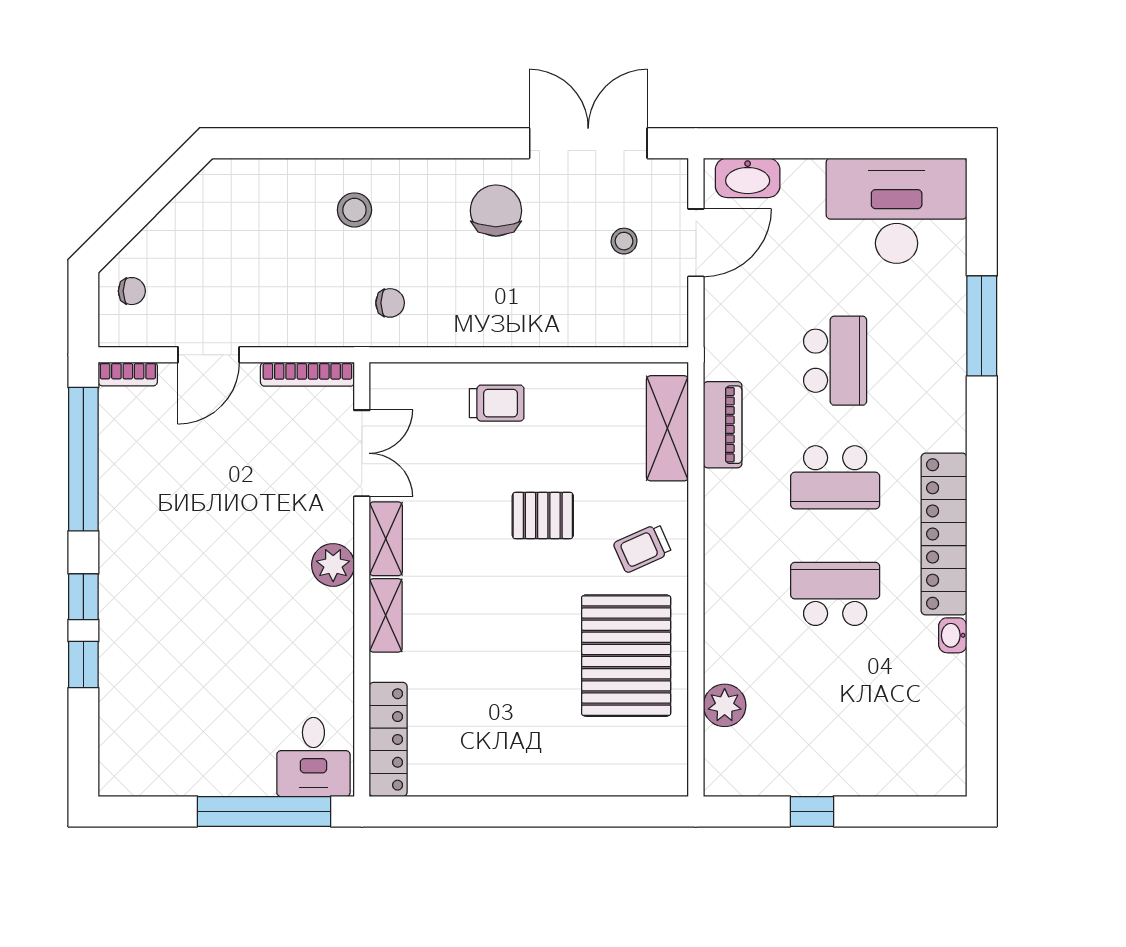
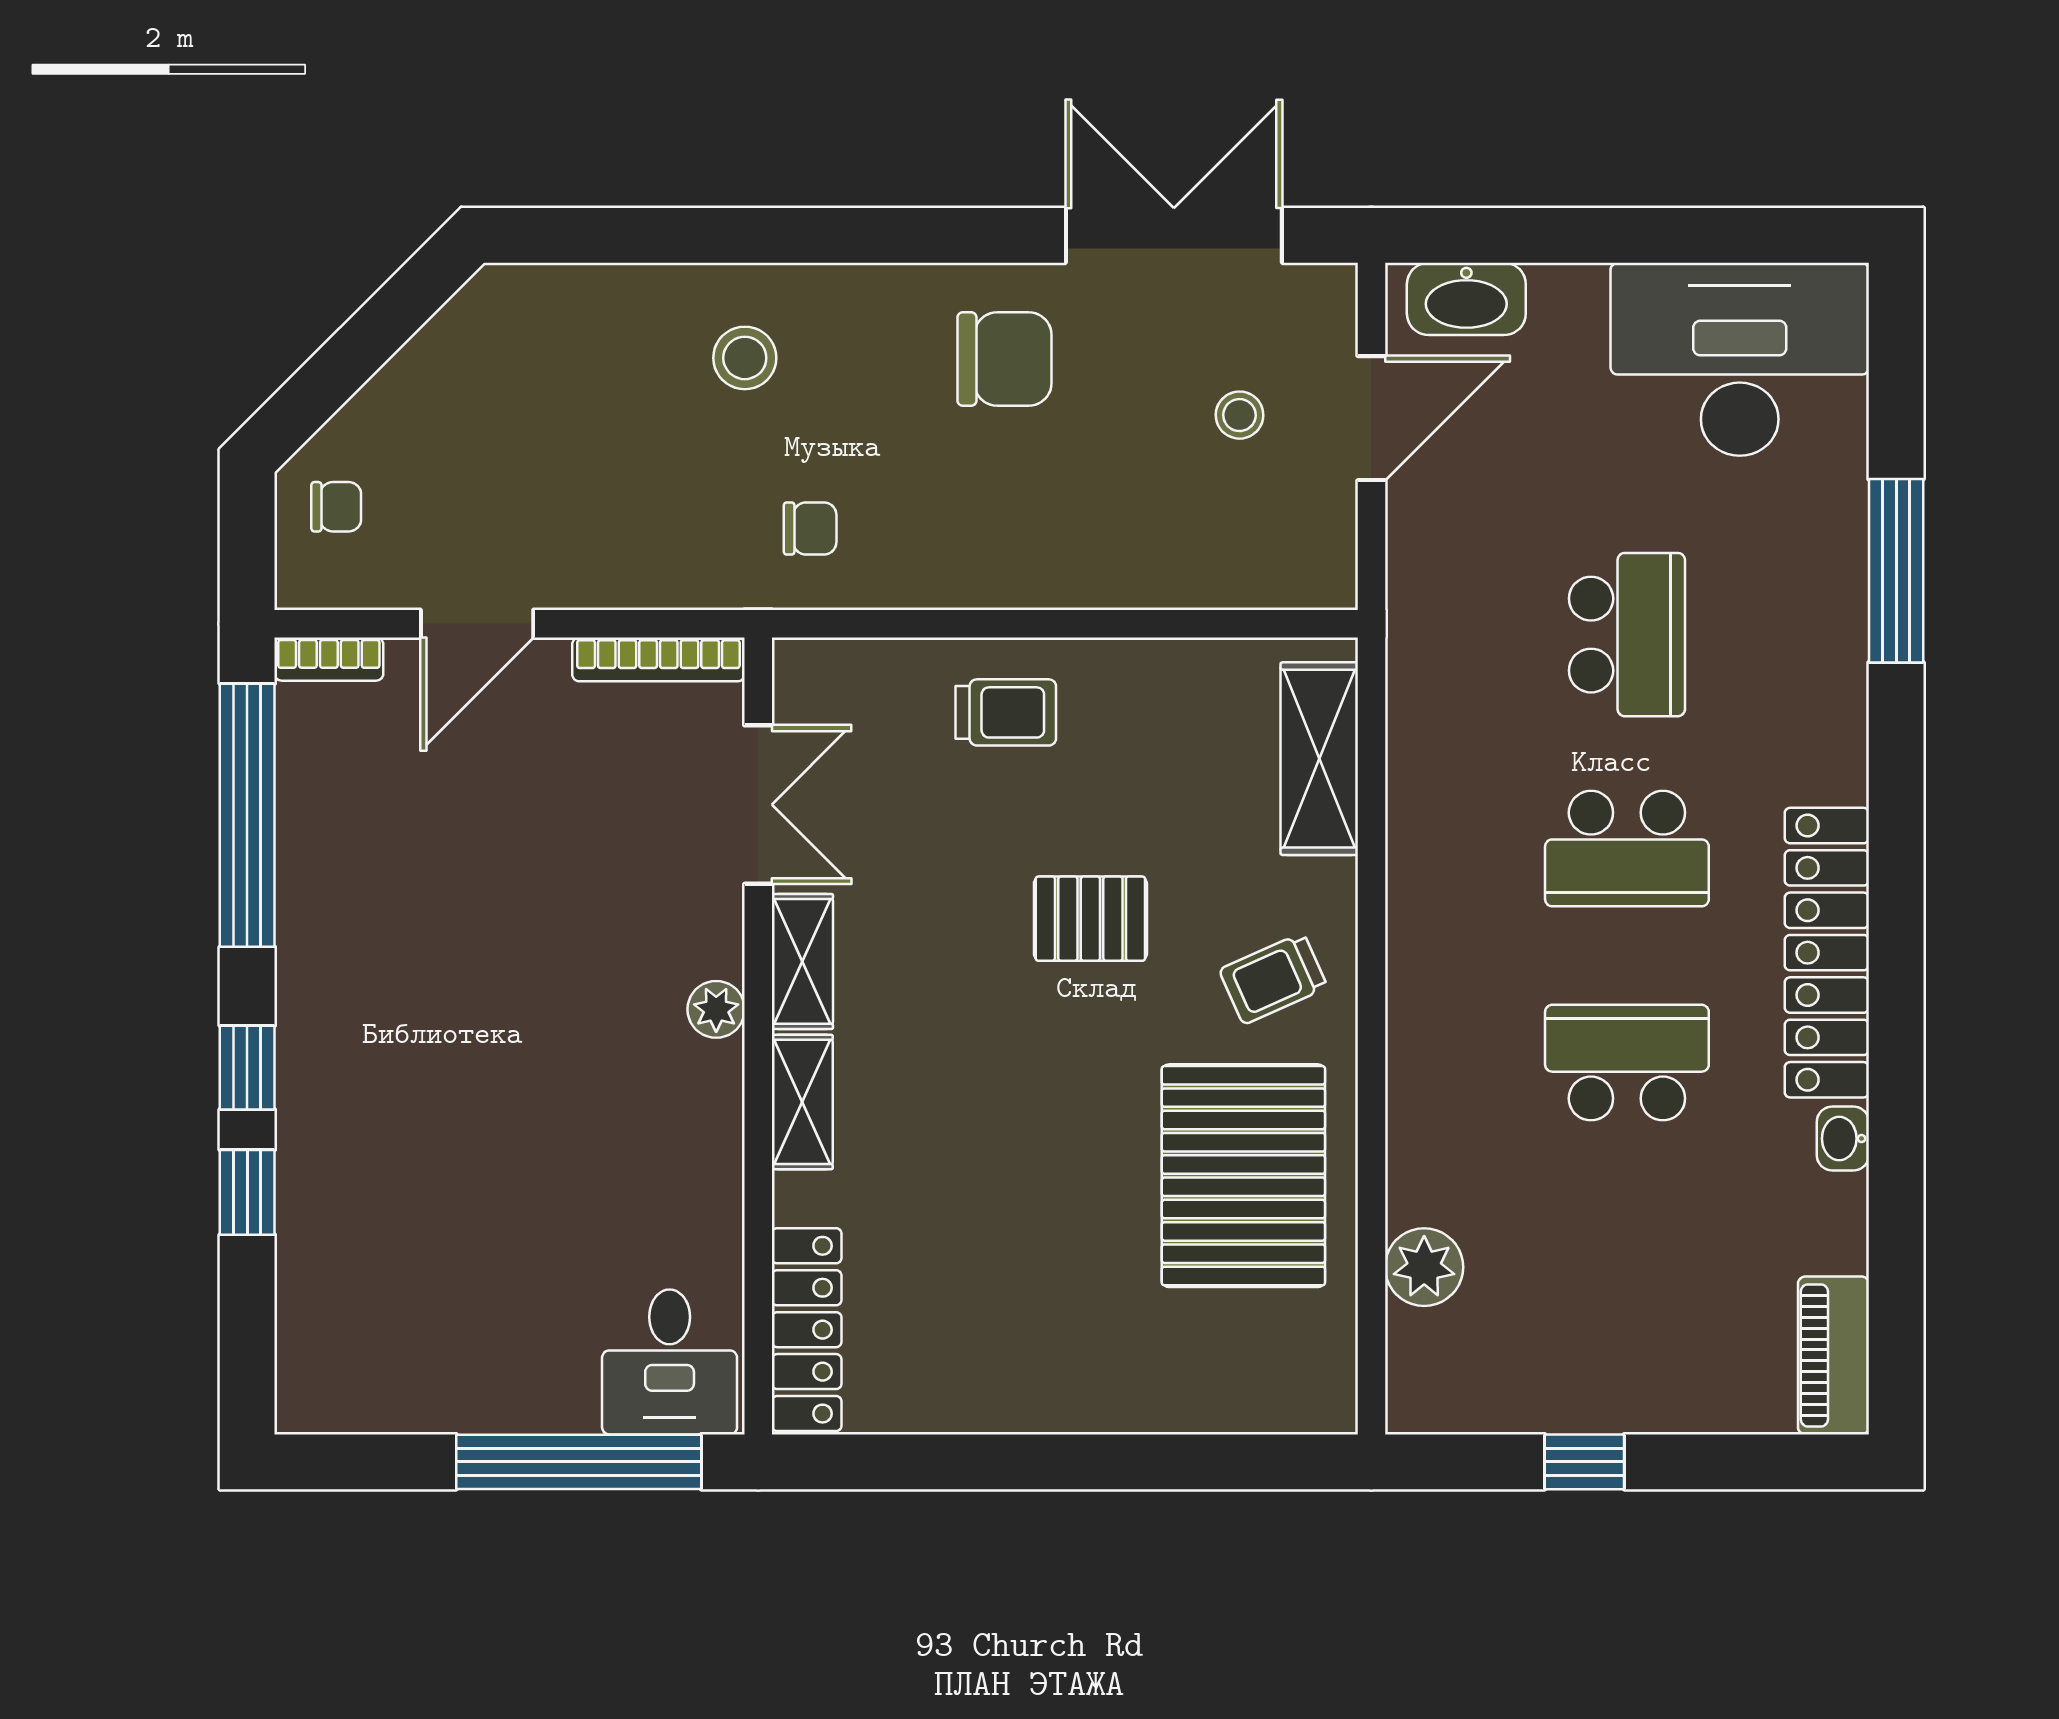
chair: (496, 211) -> (1005, 359), turned 90
piano: (723, 425) -> (1833, 1355), moved, turned 180
plant: (333, 565) -> (716, 1009), width x0.73, depth x0.73

